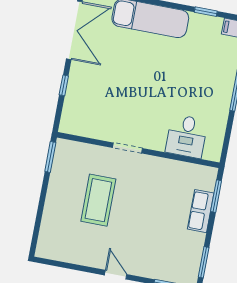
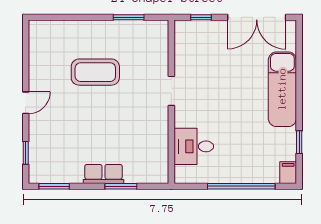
desk: (187, 136) -> (194, 146), moved
doorway: (127, 148) -> (171, 91), moved
wall: (138, 150) -> (171, 102), moved

